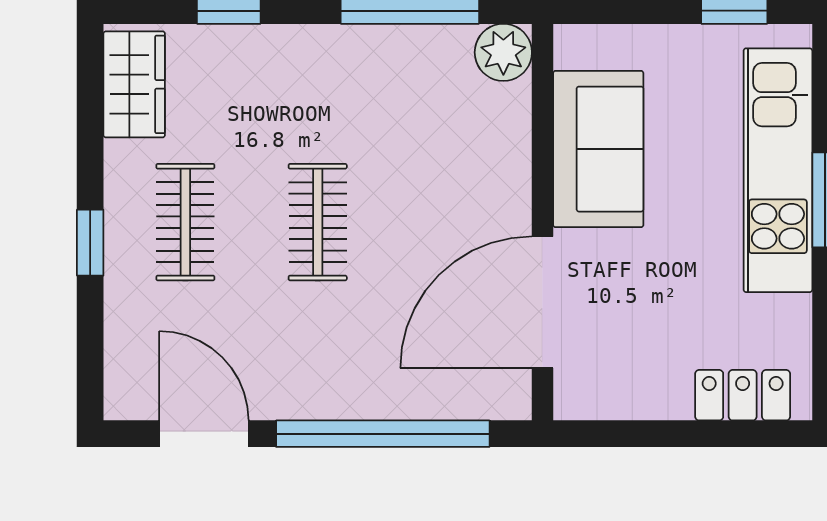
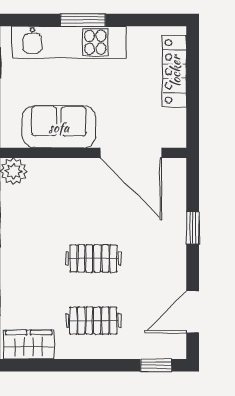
window: (90, 243) -> (156, 365), moved
locker: (743, 395) -> (175, 71), width x1.53
window: (383, 434) -> (193, 228), width x0.32

